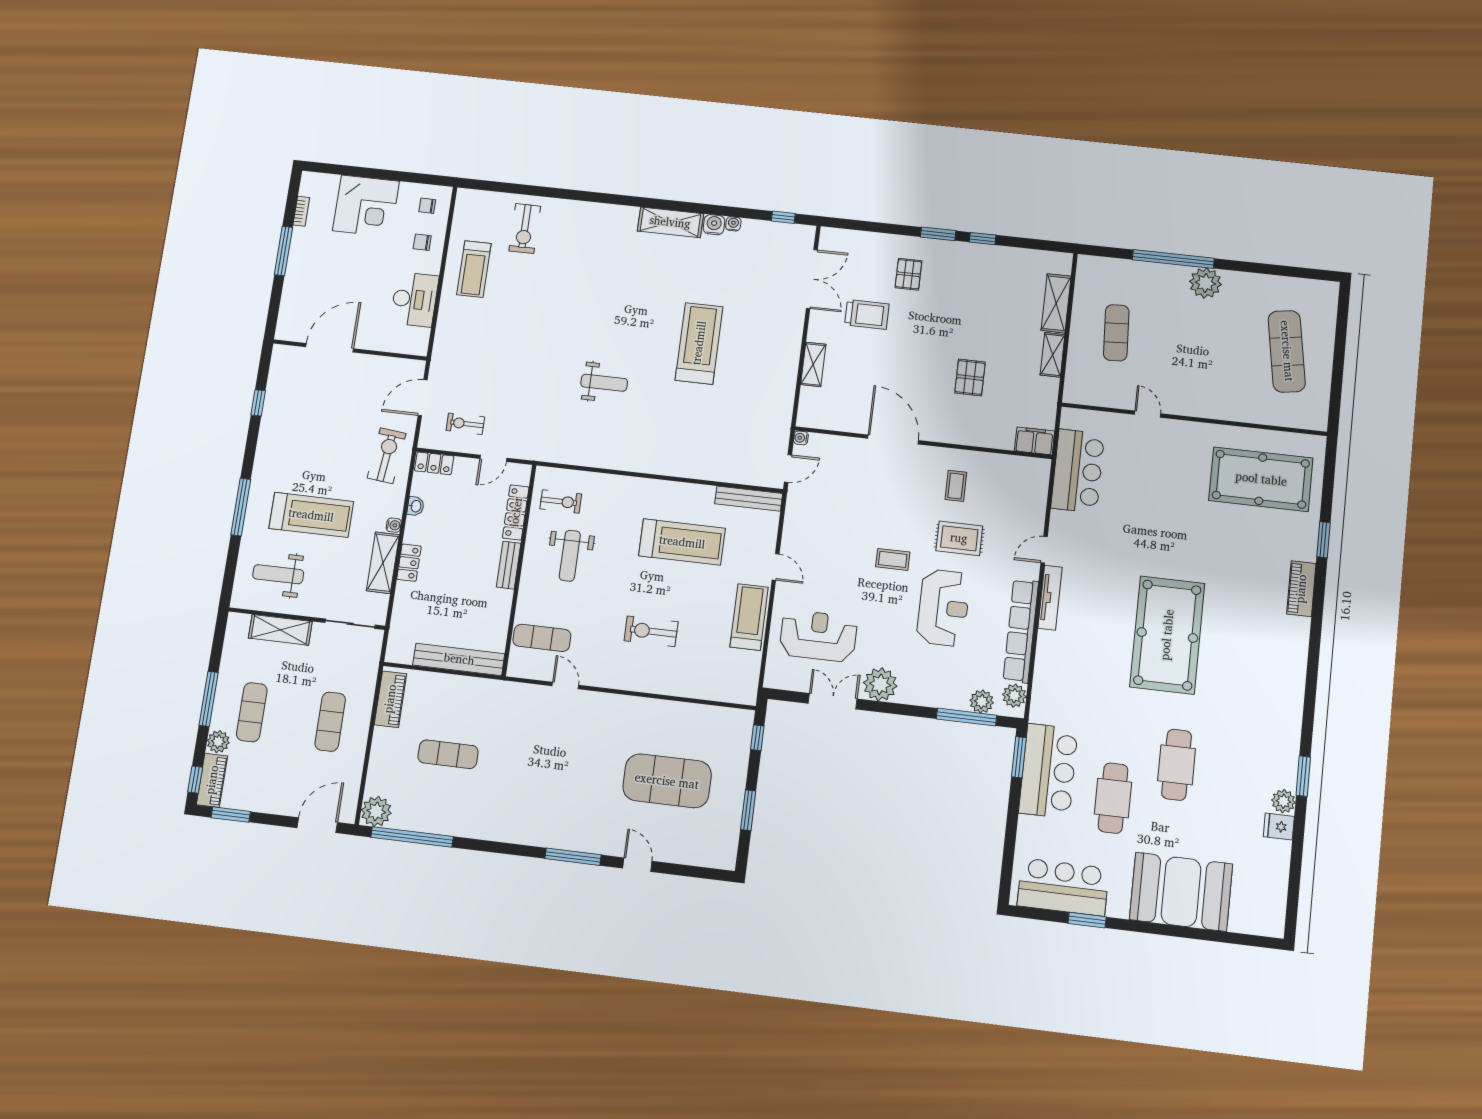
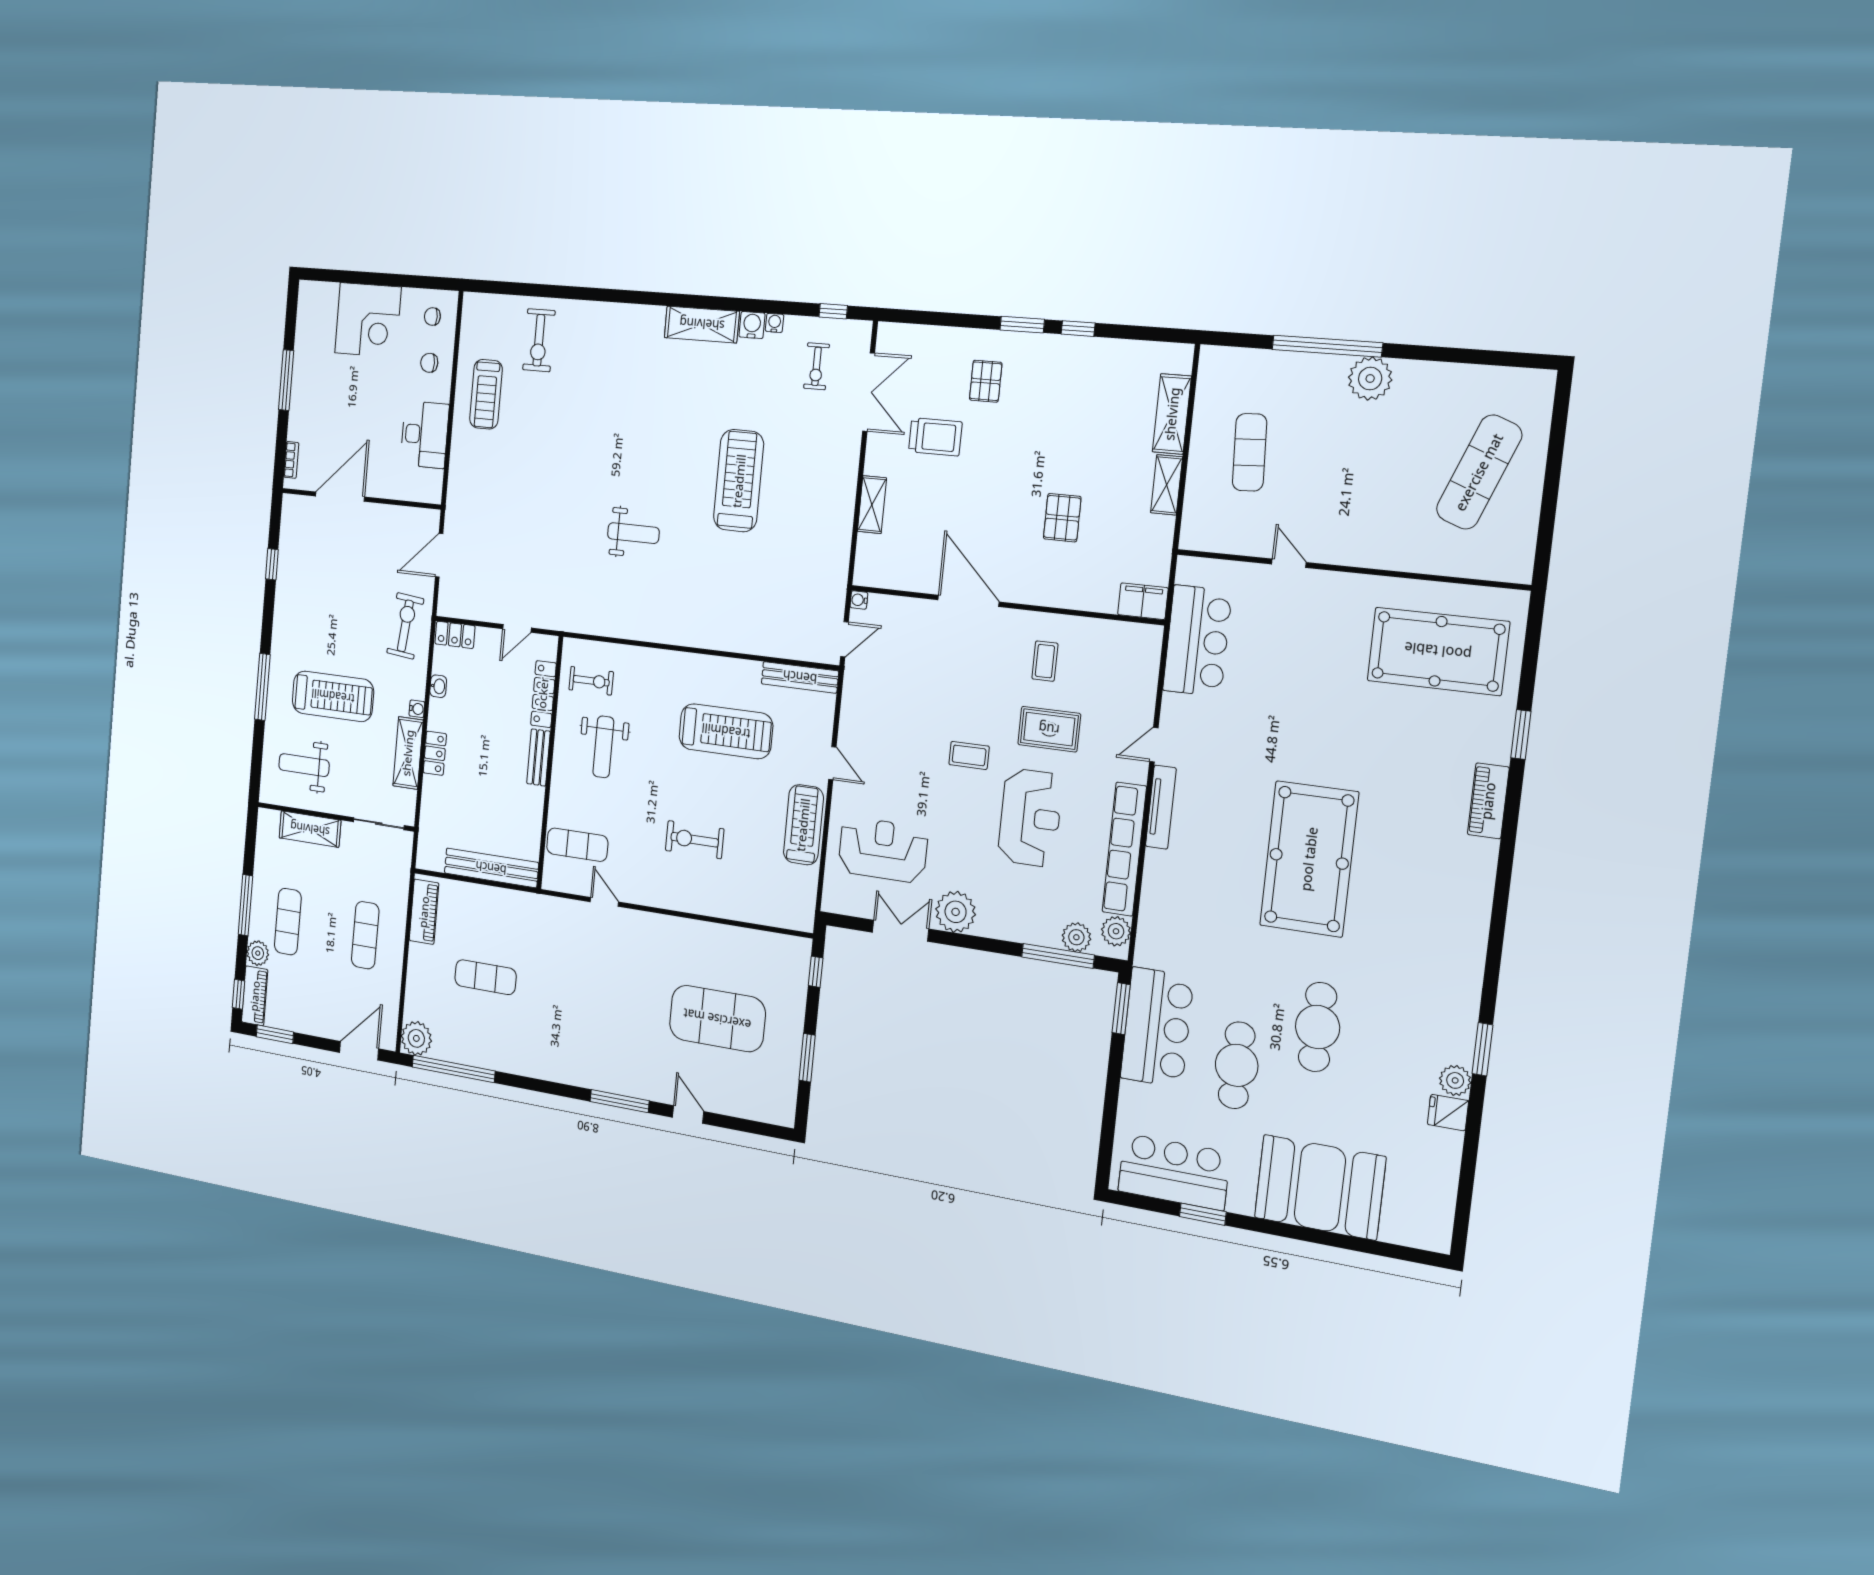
bookcase: (301, 211) -> (291, 460), moved
exercise mat: (1287, 351) -> (1479, 472), turned 30
exercise bike: (465, 424) -> (816, 366), moved, turned -90

